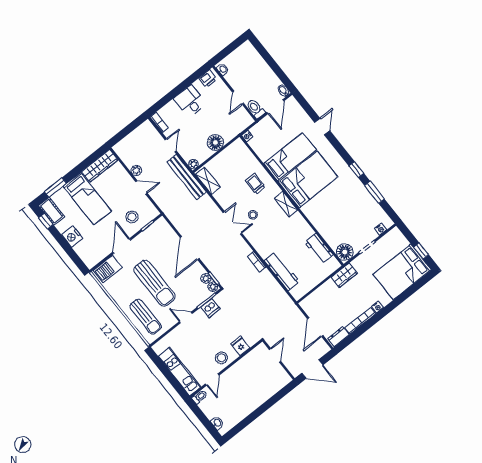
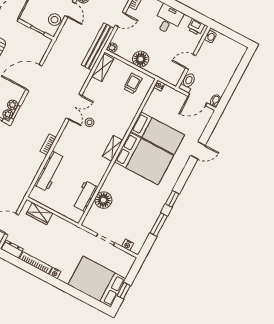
trolley: (255, 184) -> (133, 84), moved
stool: (132, 217) -> (55, 20), moved
floor lamp: (345, 252) -> (103, 200), moved
wardrobe: (344, 275) -> (40, 214), moved

